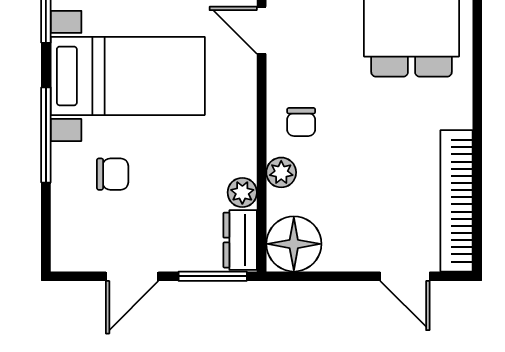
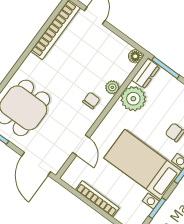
plant: (242, 192) -> (133, 99), width x1.87, depth x1.87
floor lamp: (294, 244) -> (135, 56), width x0.53, depth x0.53

